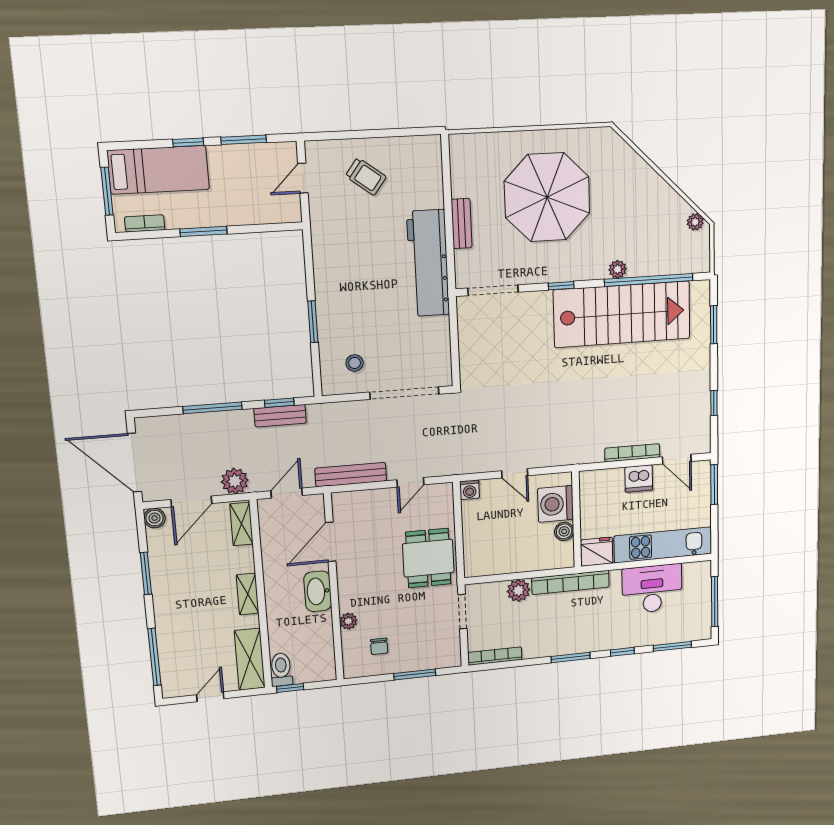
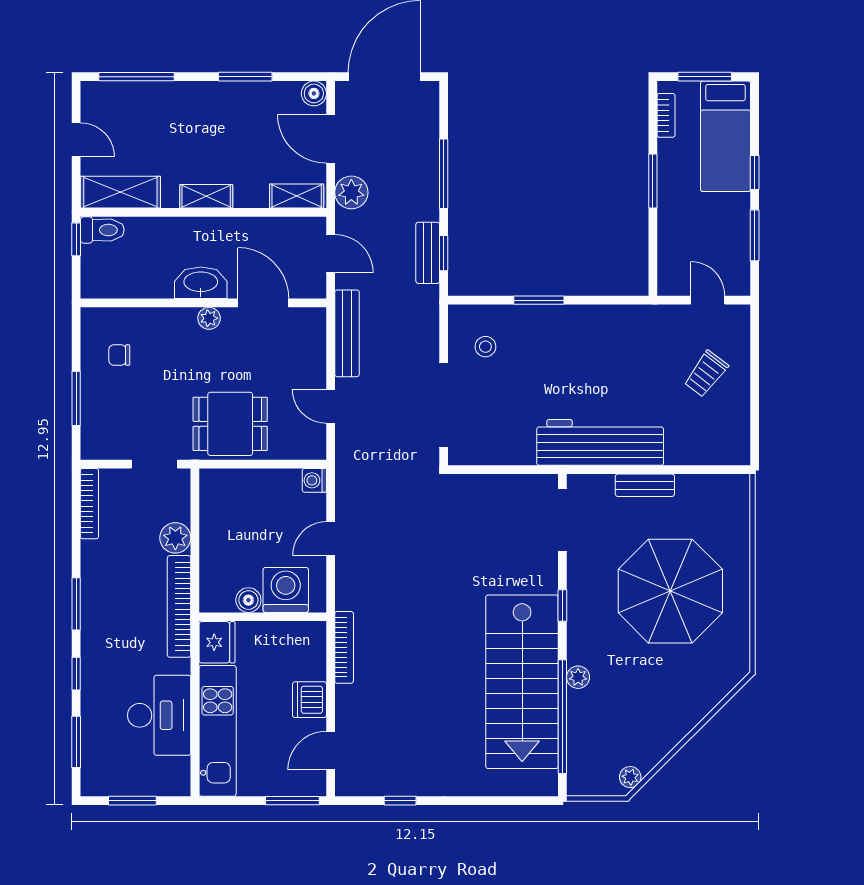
window: (714, 325) -> (501, 801), removed
bookcase: (632, 453) -> (344, 647), moved
window: (715, 602) -> (132, 801), width x0.69
plant: (348, 621) -> (209, 318), moved

